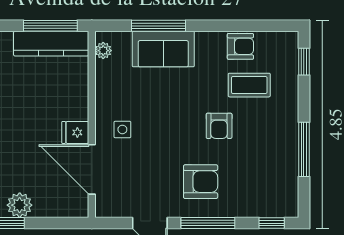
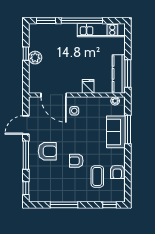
fridge: (75, 132) -> (88, 86), moved
door: (92, 169) -> (54, 95), swing flipped
armchair: (201, 182) -> (47, 151), turned -90

